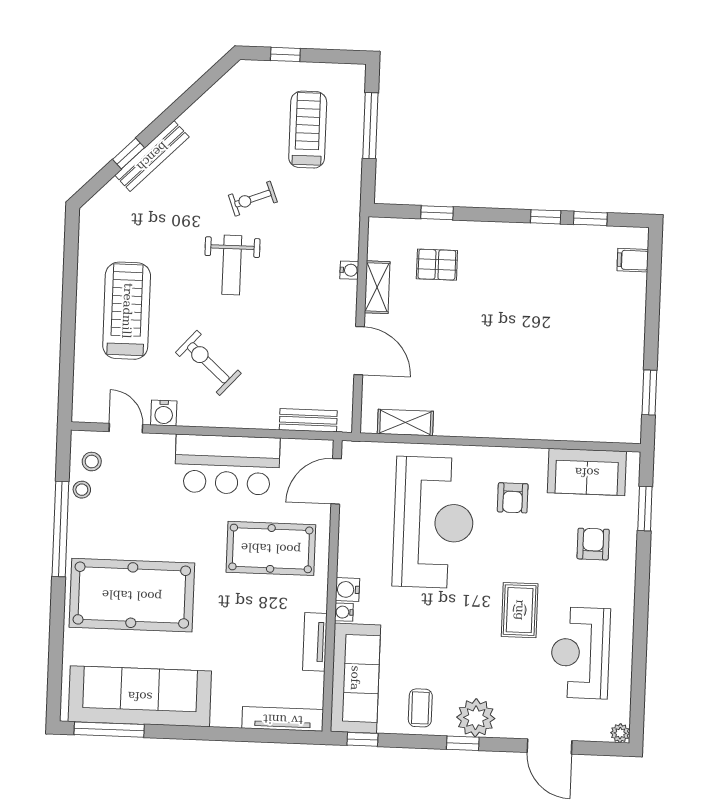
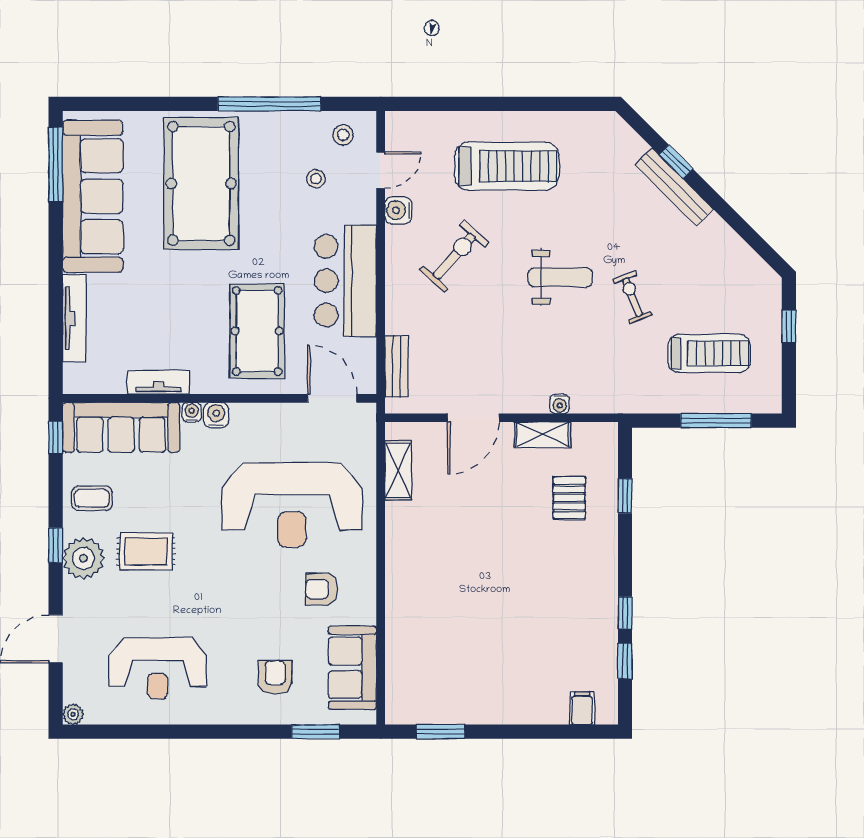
weight bench: (232, 265) -> (560, 277), turned 180
stool: (82, 490) -> (316, 179), moved
armchair: (593, 544) -> (275, 677), turned -90
rug: (520, 610) -> (146, 551), moved
reception desk: (580, 653) -> (158, 668), turned 180
tv unit: (283, 719) -> (74, 318), moved

